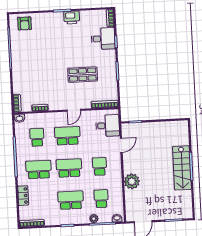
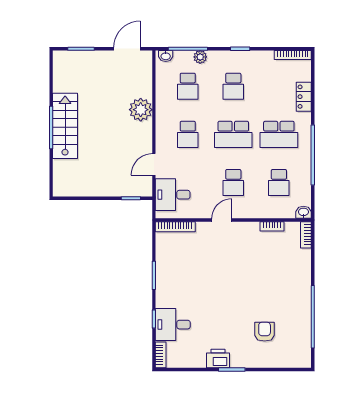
armchair: (25, 24) -> (265, 332), moved
shop shelf: (83, 75) -> (206, 273), removed
school desk: (67, 136) -> (233, 183), width x0.54
school desk: (71, 200) -> (233, 86), width x0.54

